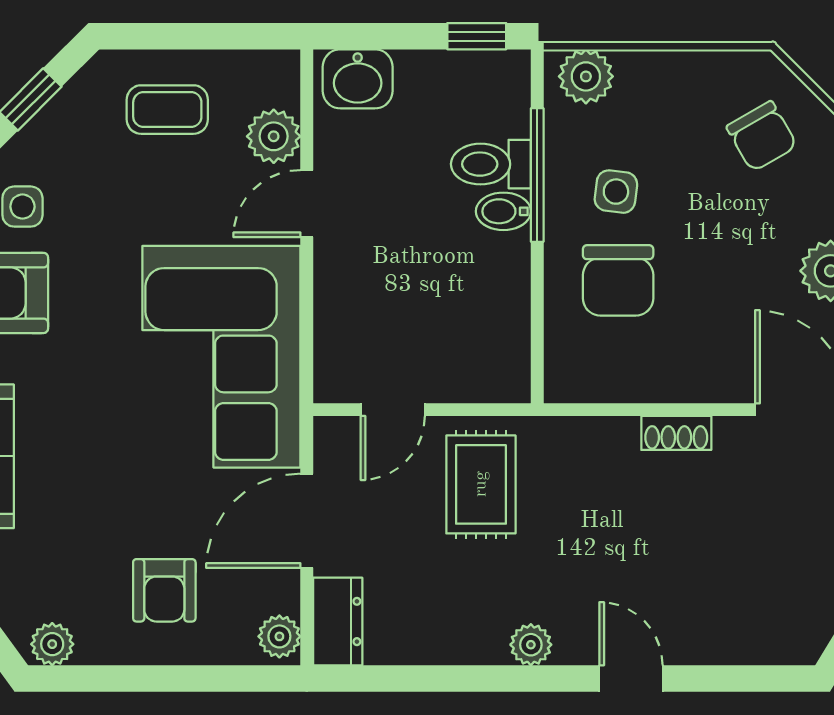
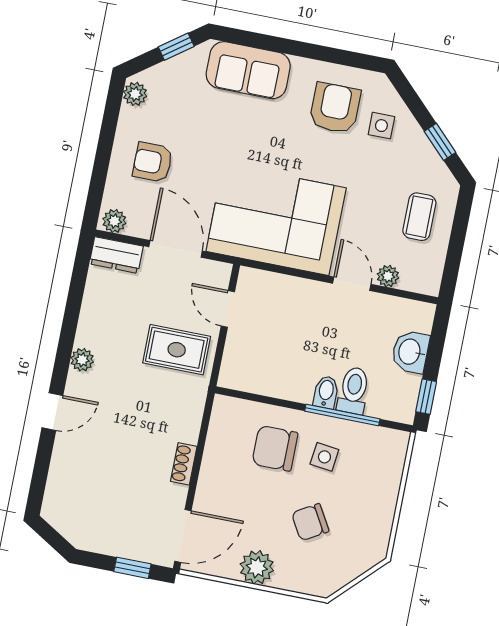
plant: (586, 76) -> (392, 453), removed
washbasin: (358, 79) -> (410, 352), moved
plant: (274, 136) -> (388, 276), width x0.73, depth x0.73
chair: (762, 136) -> (310, 522), moved

